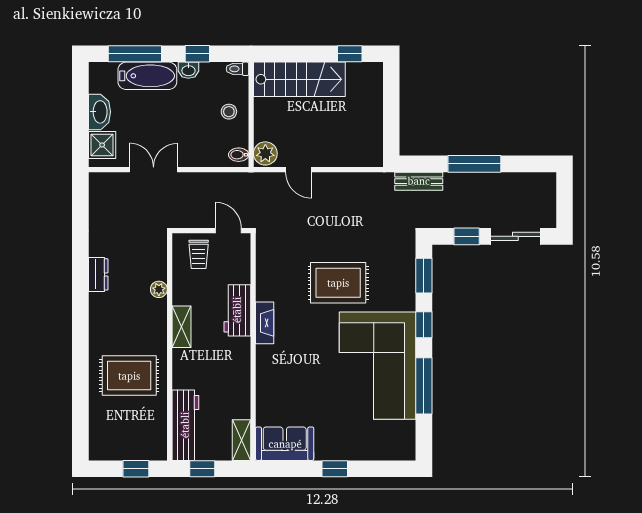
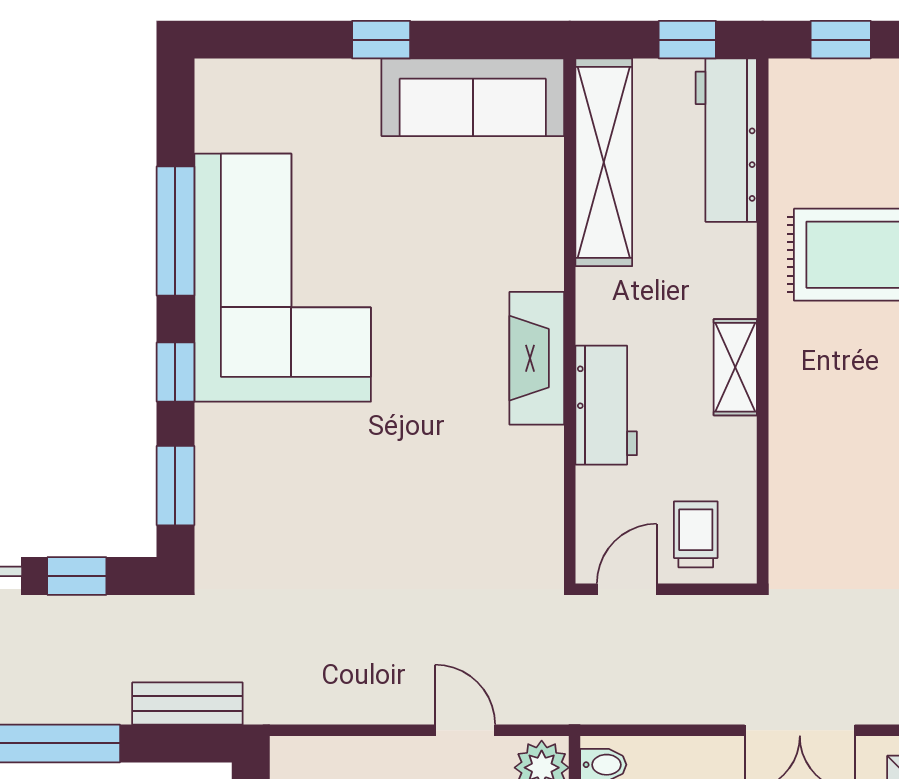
door: (228, 231) -> (627, 589), swing flipped
rug: (338, 283) -> (374, 469), removed
plant: (159, 289) -> (788, 454), removed
fireplace: (265, 323) -> (537, 358), width x1.37, depth x1.32
shelving: (242, 440) -> (604, 162), width x2.20, depth x1.33
sofa: (285, 444) -> (473, 97), width x1.36

